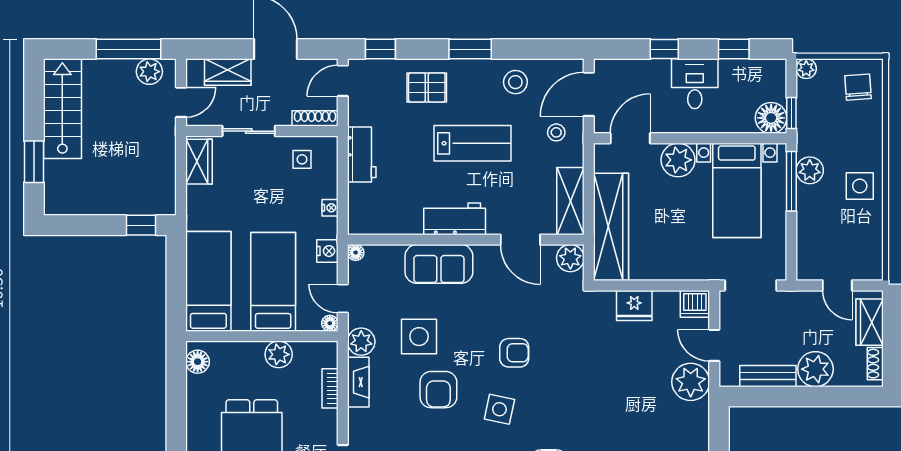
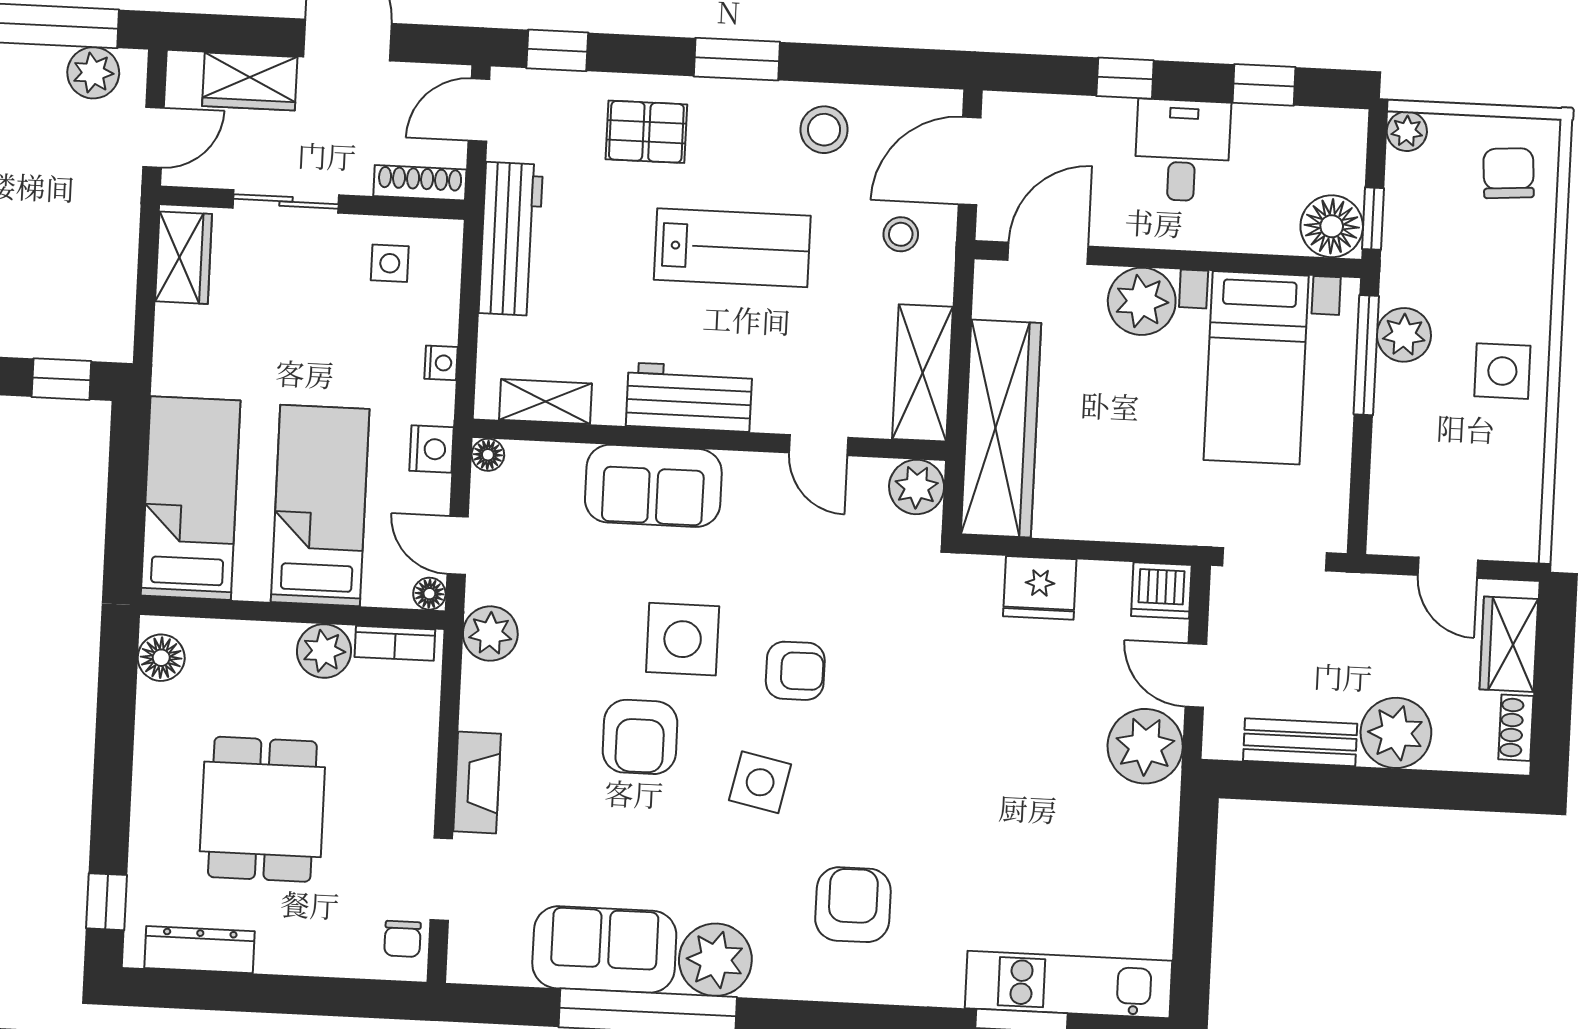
workbench: (362, 155) -> (511, 239), width x1.37
shelving: (383, 225) -> (546, 402), added
door: (520, 240) -> (819, 445), width x0.73
side table: (419, 337) -> (683, 639), moved
fireplace: (358, 382) -> (477, 782), moved
bookcase: (330, 388) -> (395, 643), moved, turned -90

